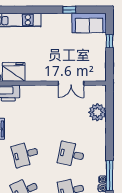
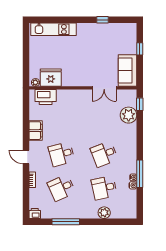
sofa: (89, 23) -> (127, 71), moved, turned 90
window: (109, 101) -> (140, 104), added
desk: (71, 154) -> (104, 154), turned -33

